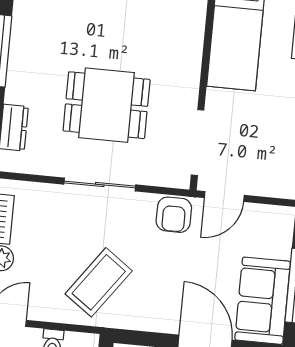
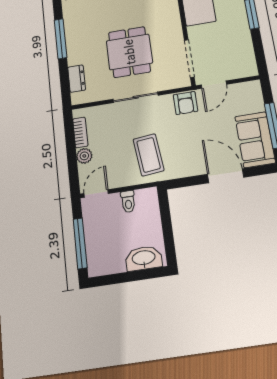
dining table: (107, 105) -> (129, 52), turned 90
coffee table: (99, 282) -> (149, 155), turned -42

